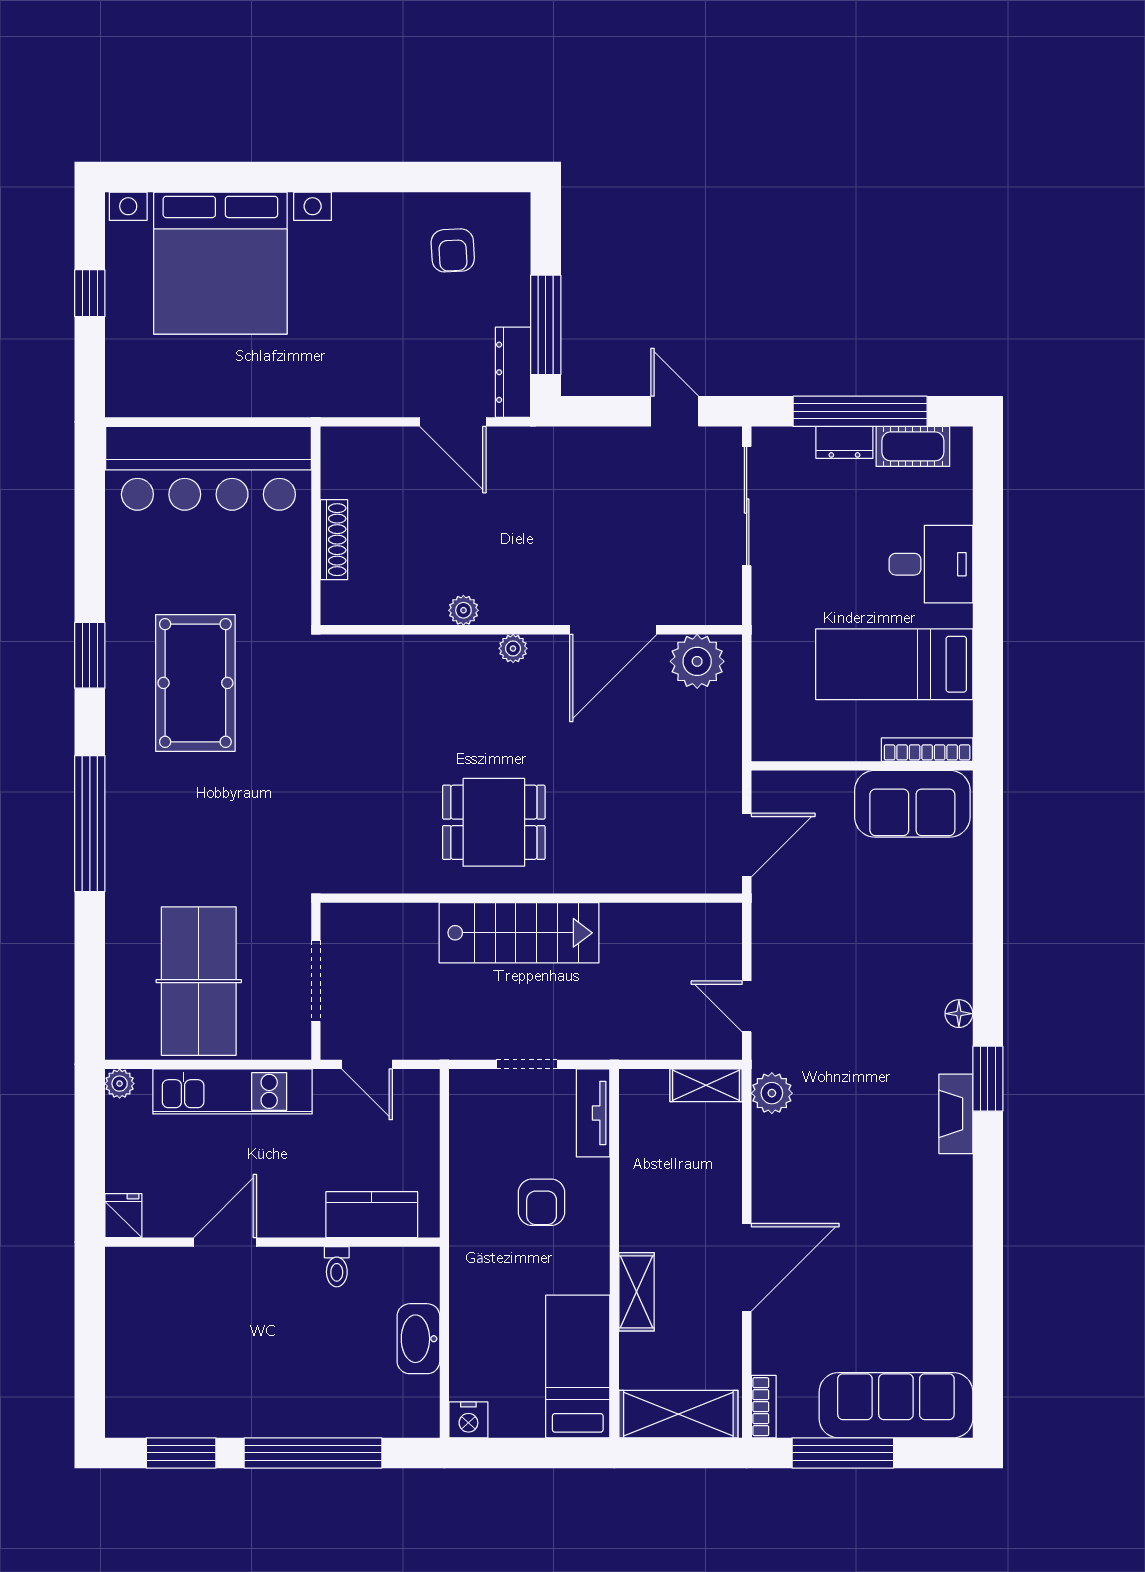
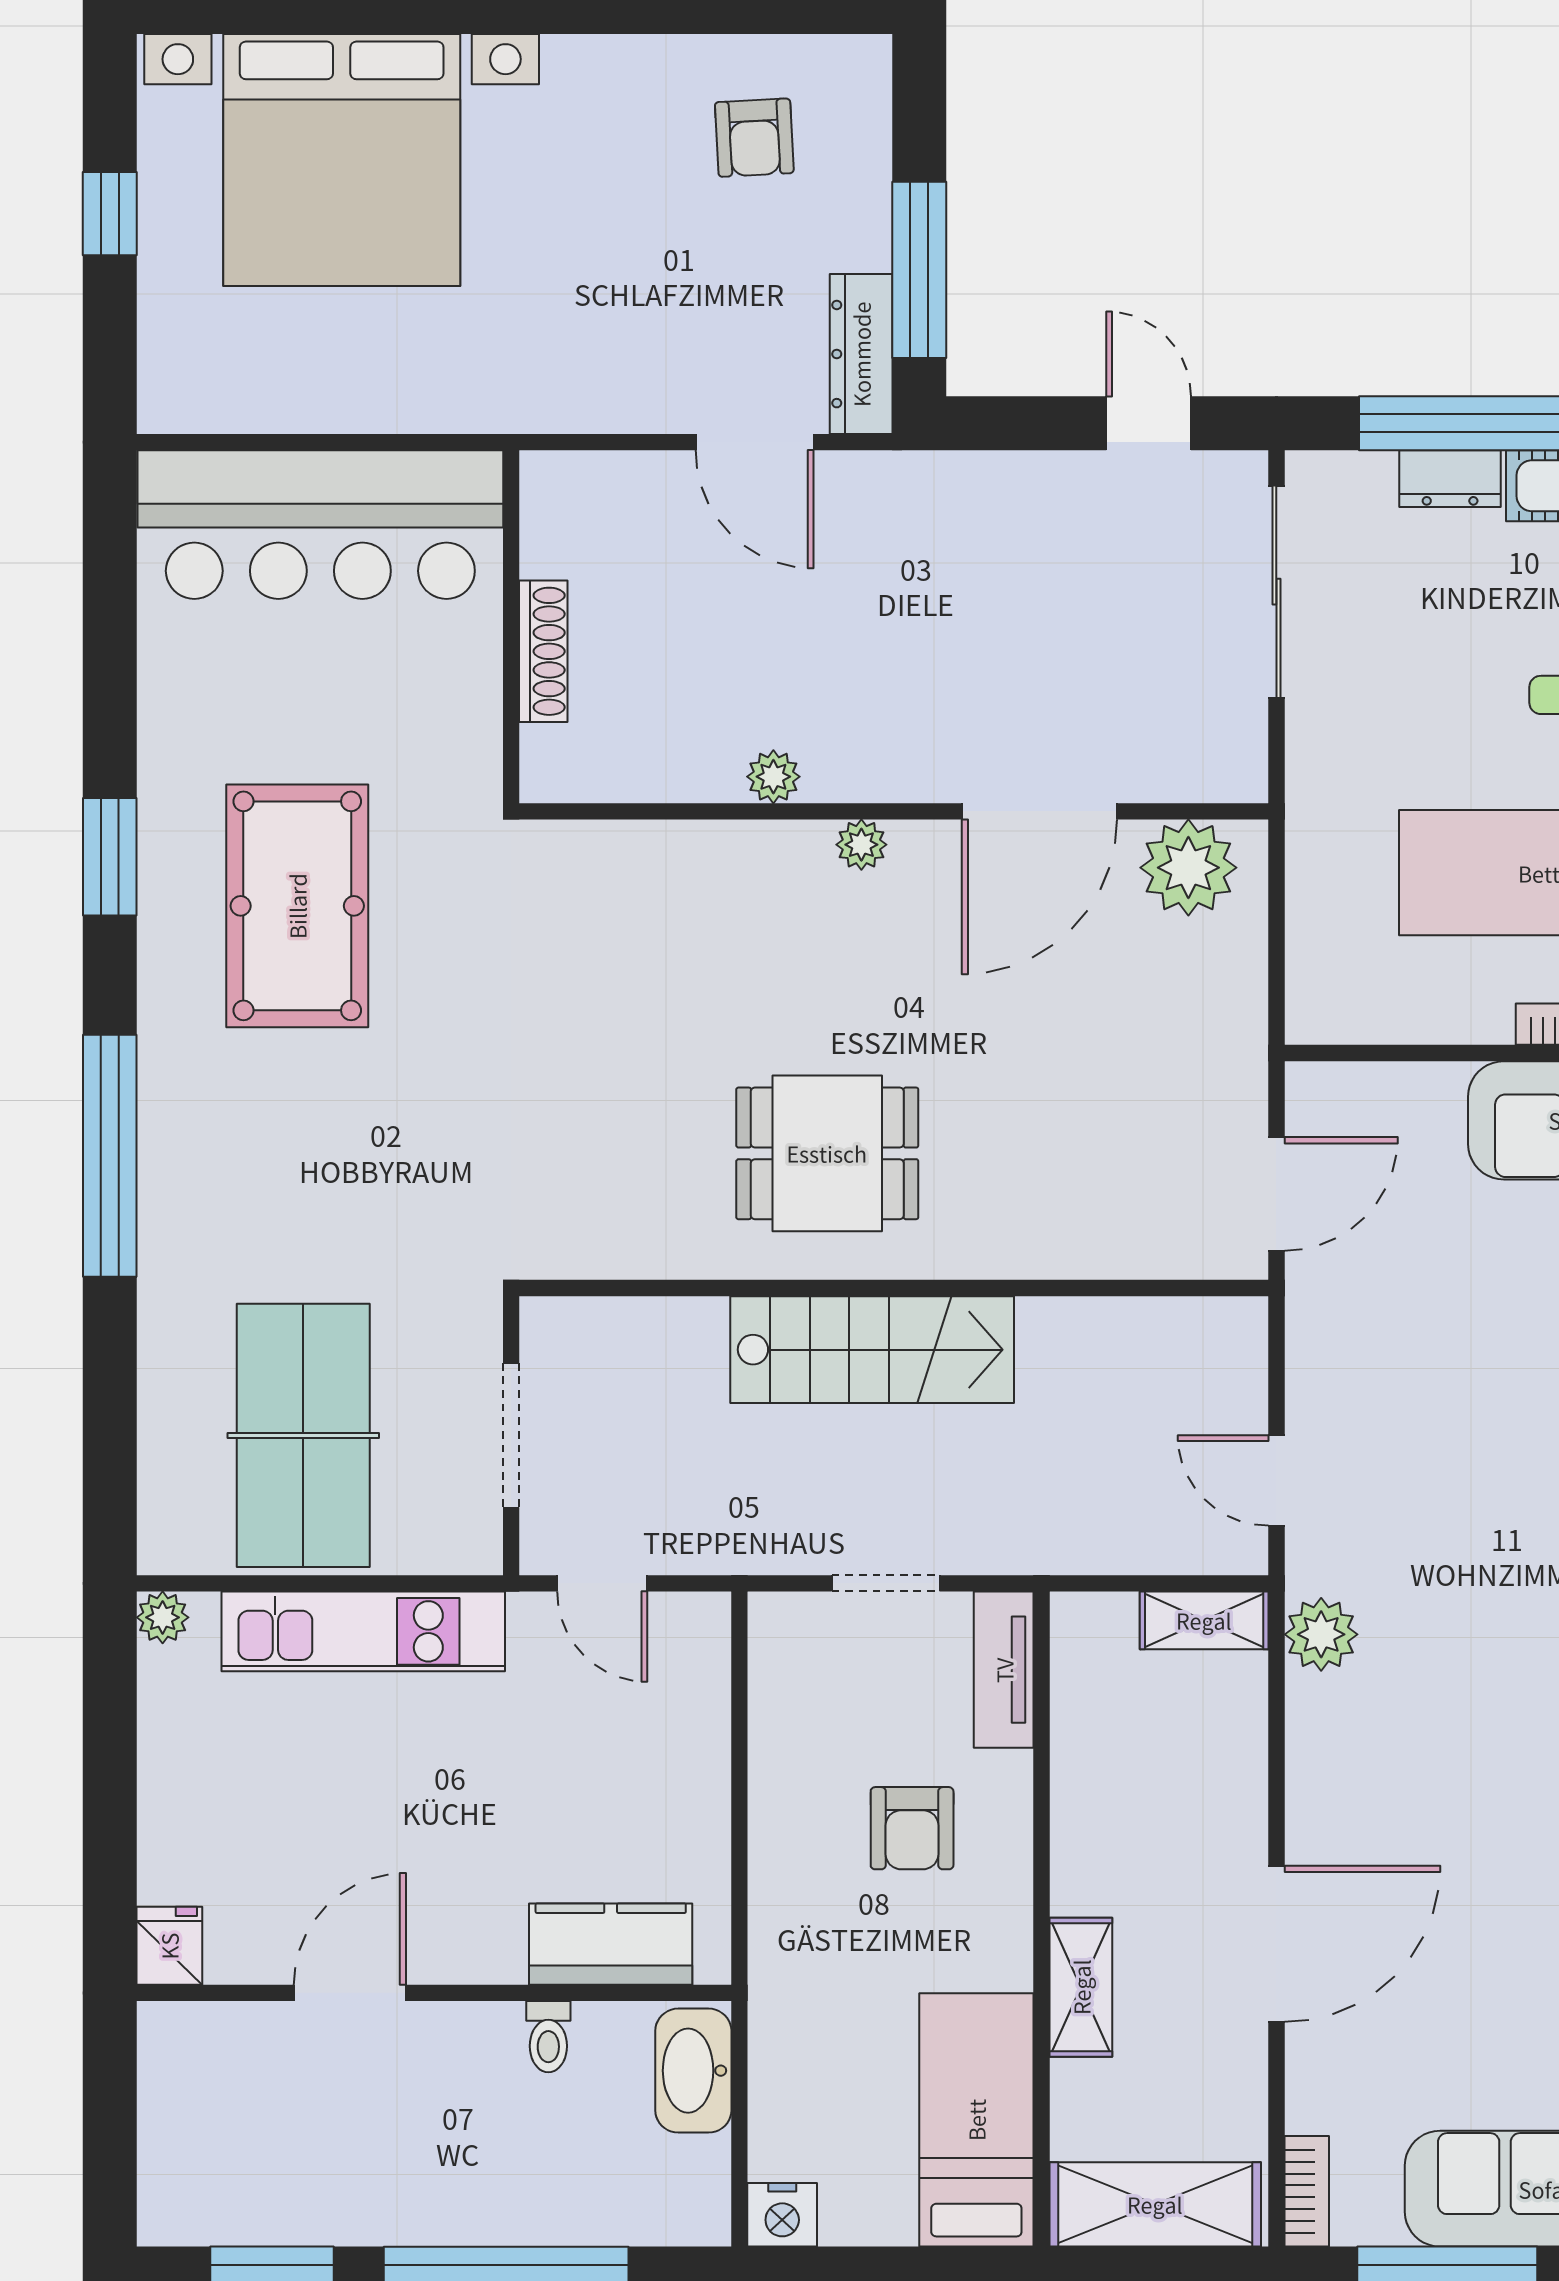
kitchen counter: (372, 1215) -> (611, 1944), moved
fridge: (123, 1216) -> (169, 1946), moved
door: (225, 1242) -> (350, 1993), moved
wall: (272, 1242) -> (434, 1993), moved
toilet: (337, 1267) -> (548, 2037), moved

